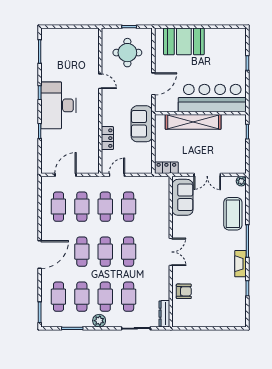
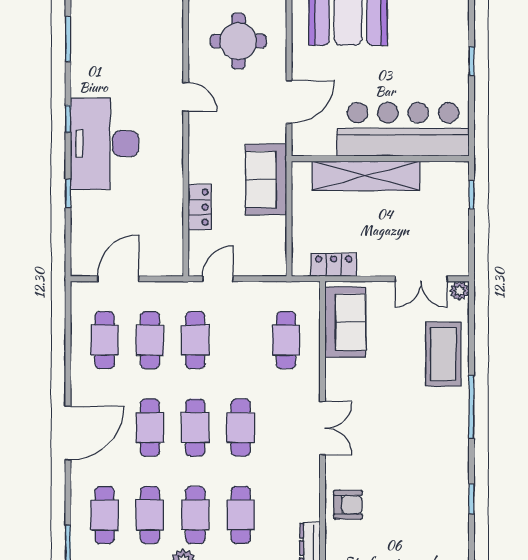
locker: (166, 168) -> (334, 265), moved
double door: (207, 175) -> (421, 279), moved
cafe table: (129, 207) -> (286, 340), moved
fireplace: (241, 264) -> (458, 451), removed

